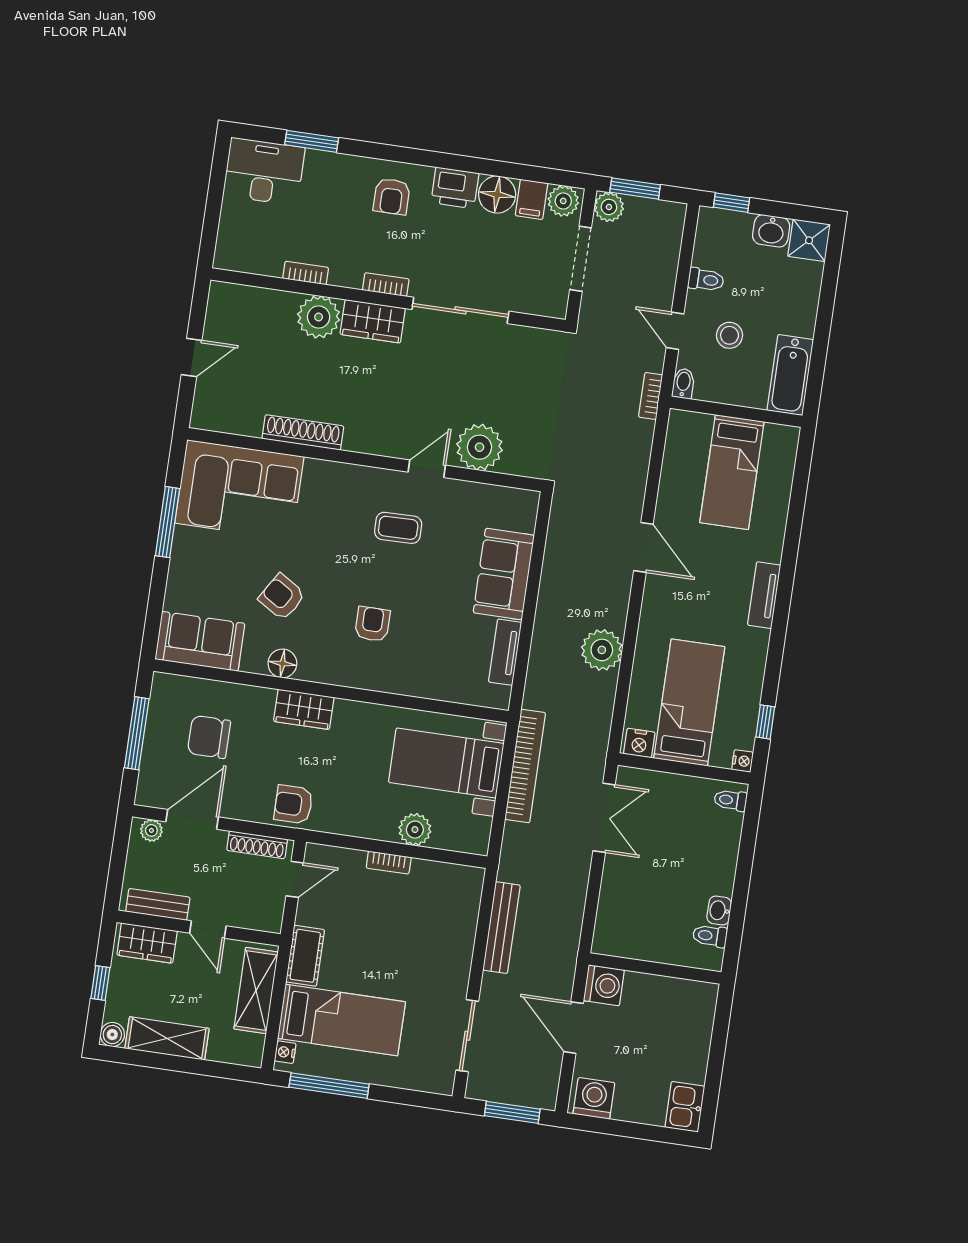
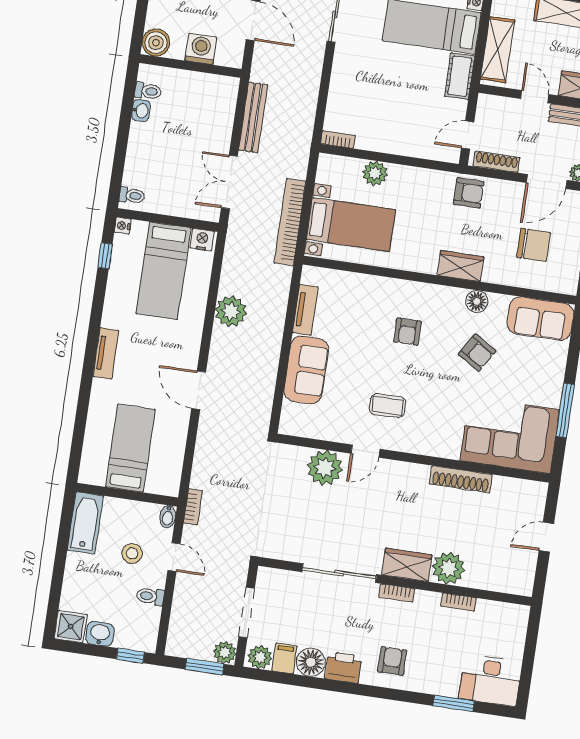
bookcase: (389, 863) -> (338, 139), moved
bench: (502, 928) -> (253, 117), moved
washing machine: (604, 985) -> (201, 49), moved, turned 90
boiler: (700, 999) -> (156, 43), added

